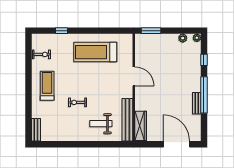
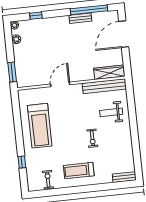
window: (204, 95) -> (89, 10), moved
weight bench: (101, 124) -> (111, 112), turned 90

